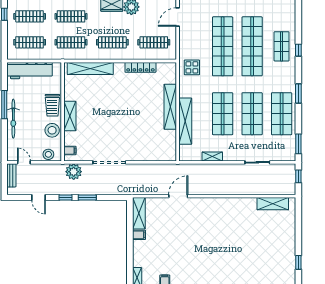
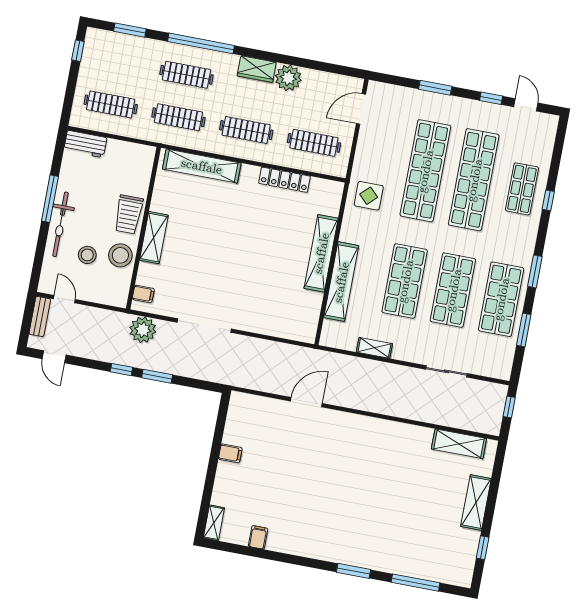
clothes rail: (30, 16) -> (119, 62), removed
workbench: (30, 71) -> (85, 144), width x0.53, depth x0.76
window: (298, 144) -> (524, 330), moved
stool: (48, 154) -> (87, 255), moved
door: (39, 198) -> (54, 357), moved
shelving: (139, 213) -> (476, 503), moved

